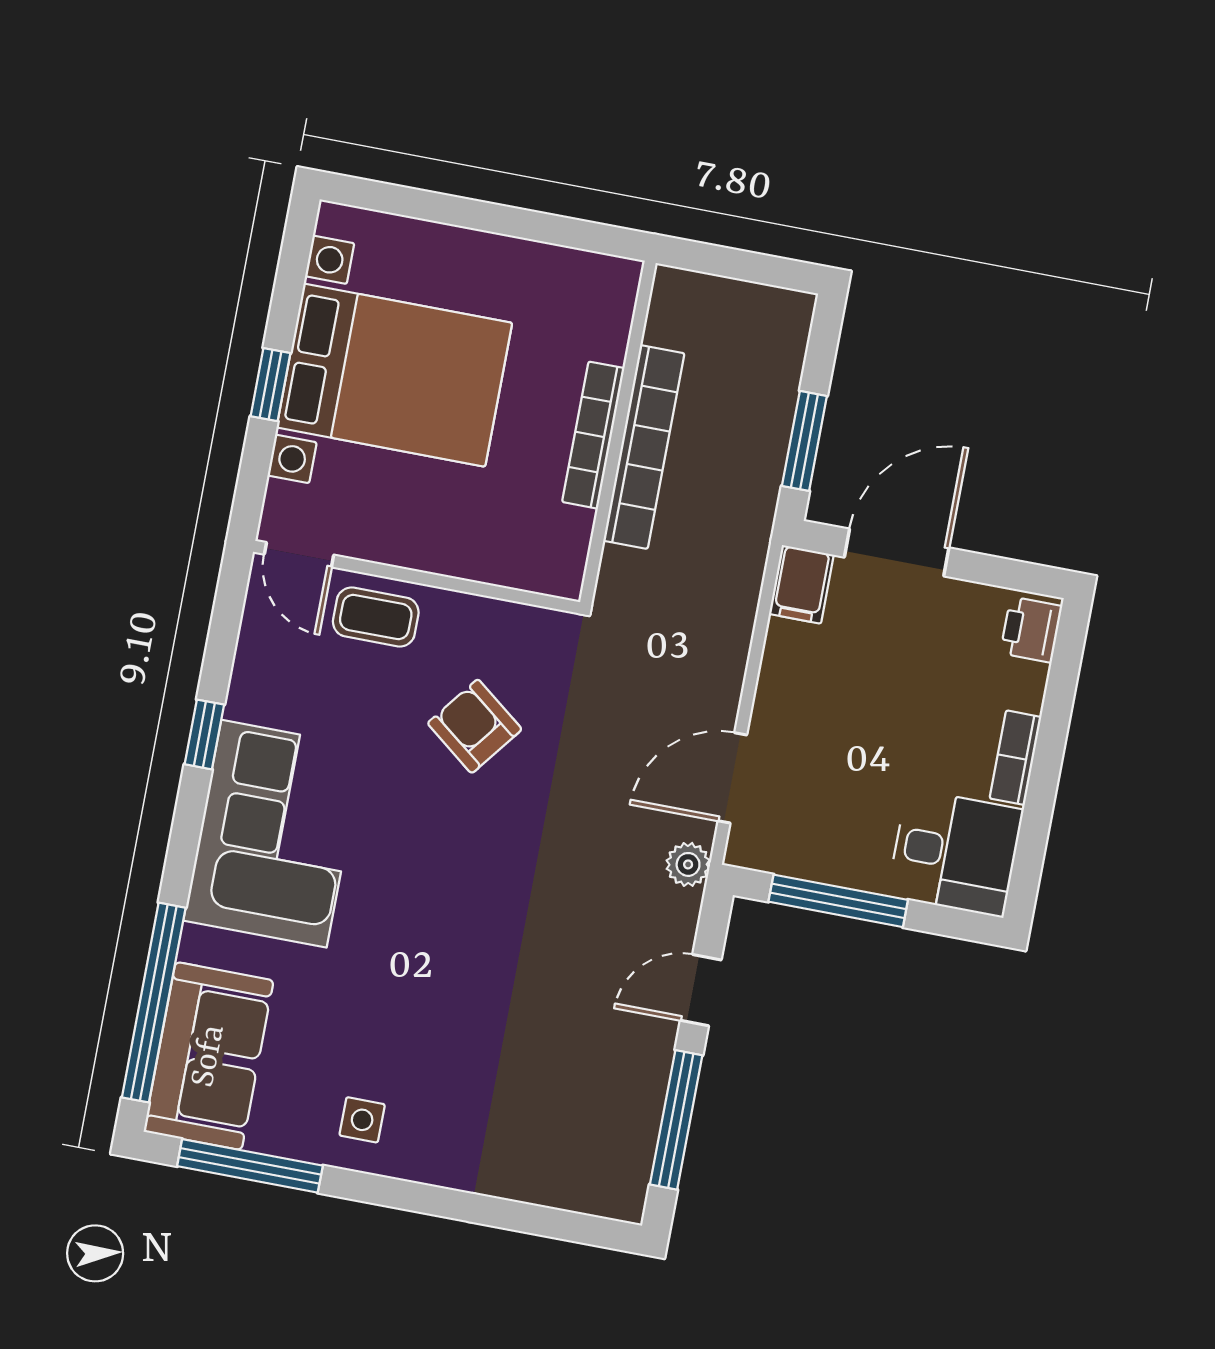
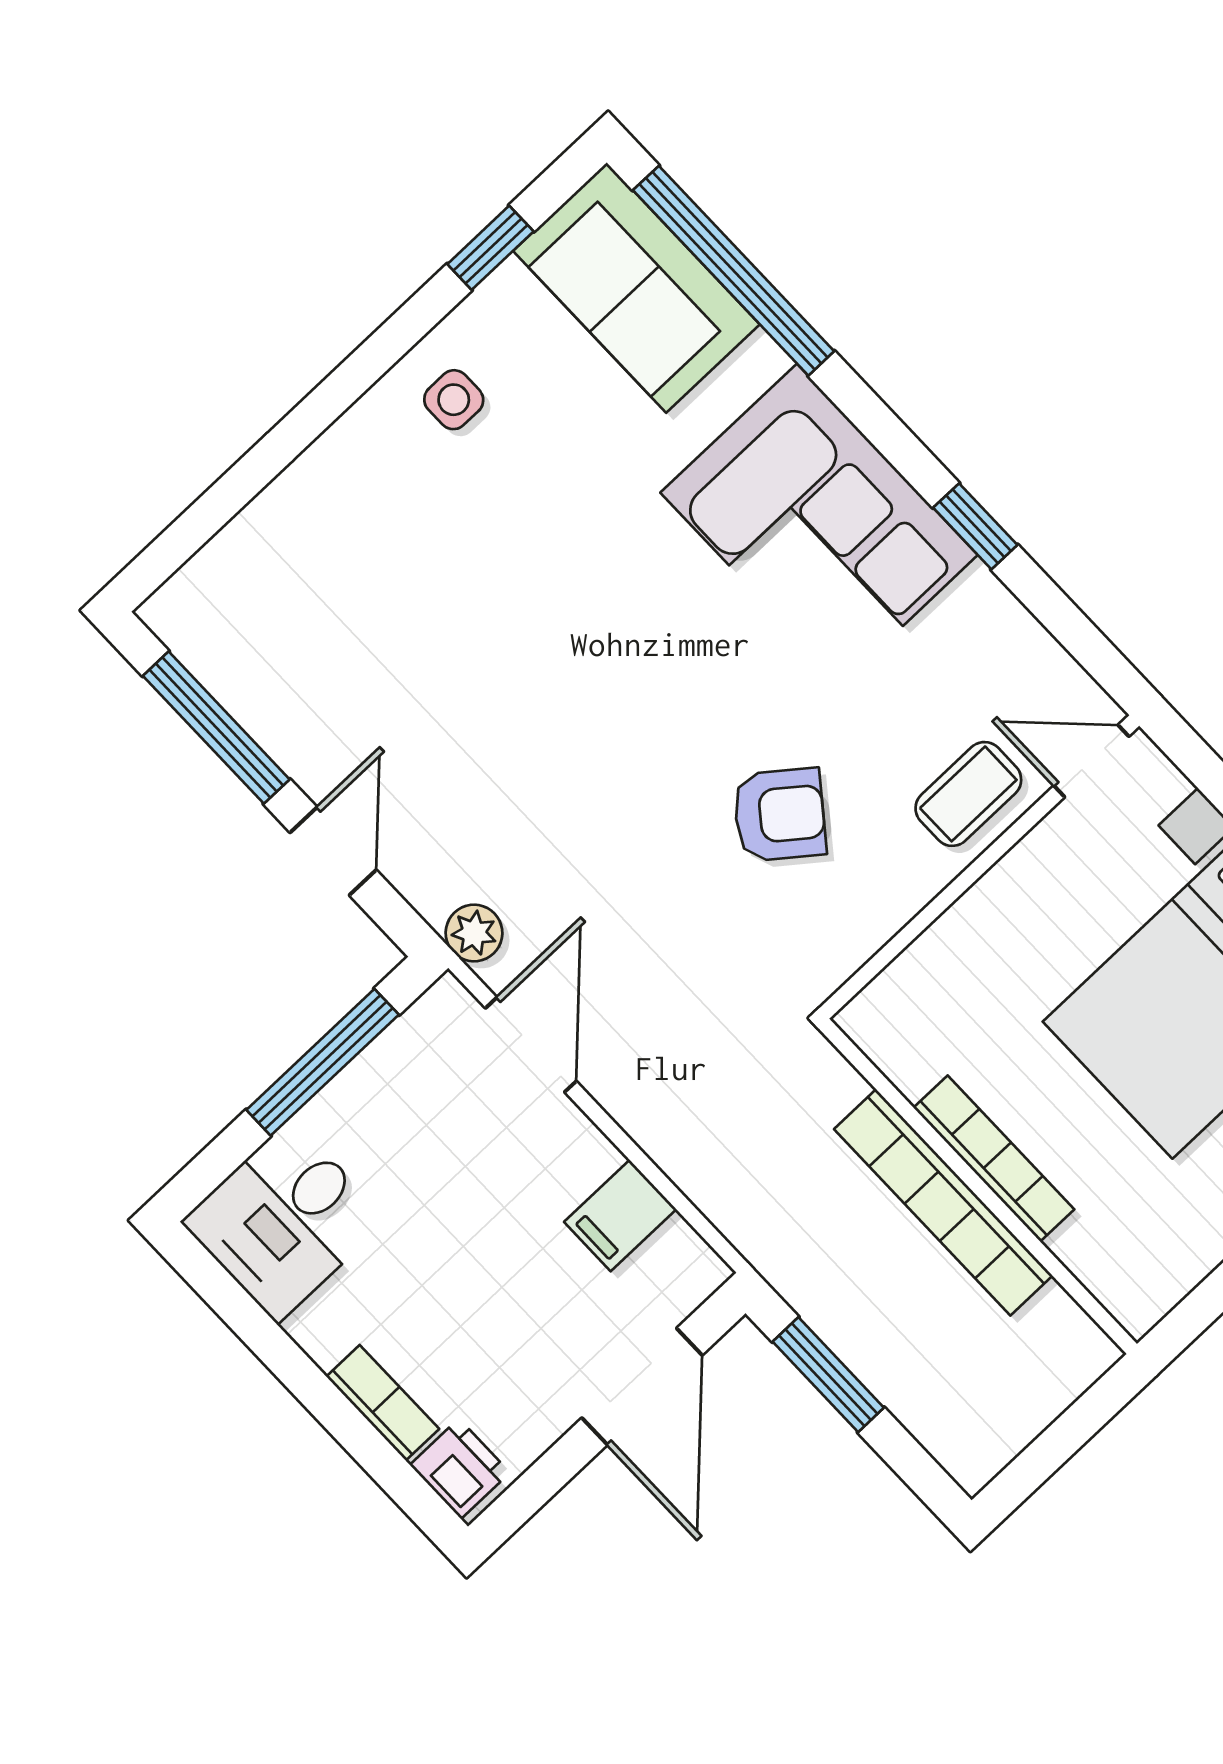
filing cabinet: (801, 584) -> (620, 1216), moved, turned -90
bookcase: (1015, 758) -> (383, 1403), moved
window: (250, 1166) -> (490, 248), width x0.46

